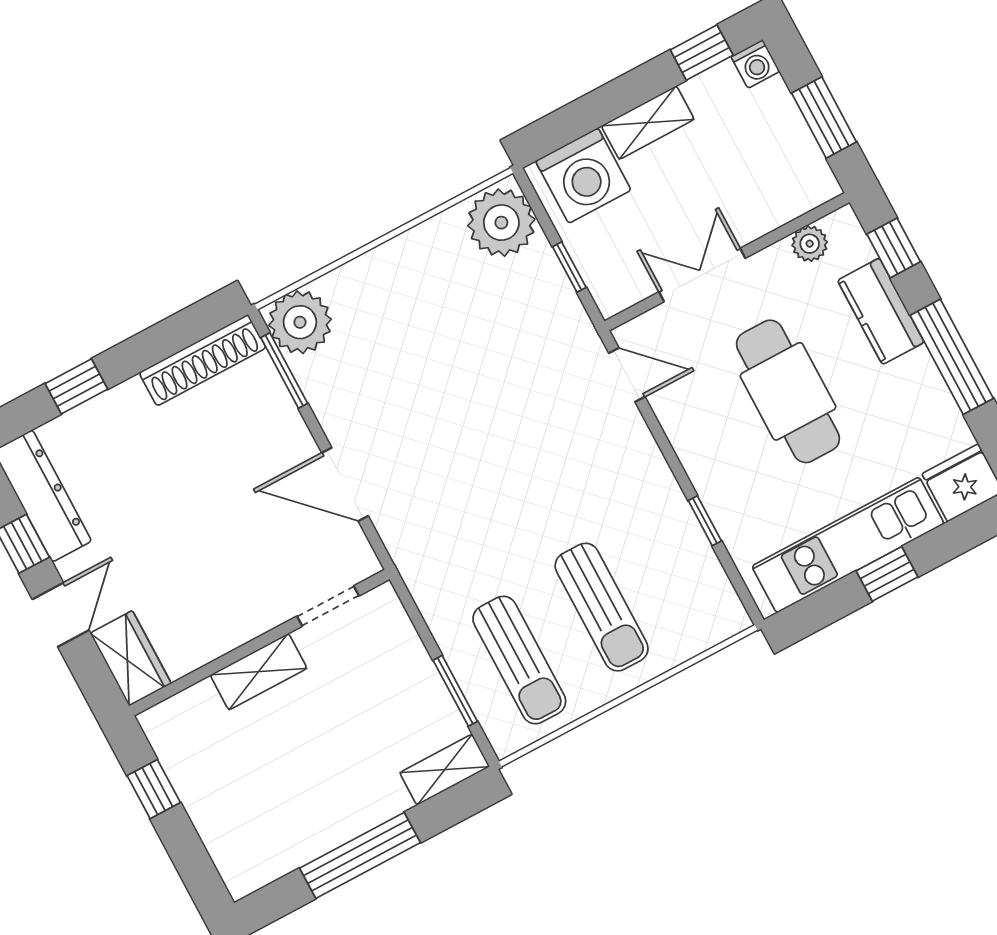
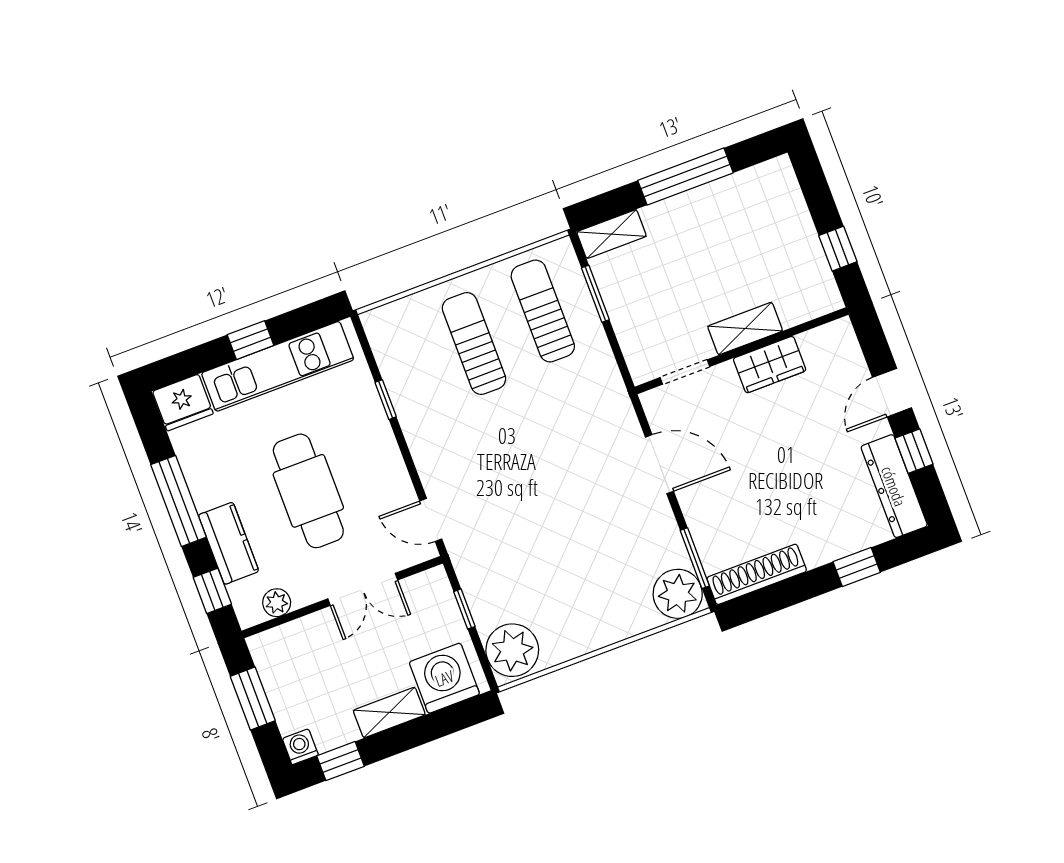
wardrobe: (131, 658) -> (770, 365), moved, turned -90

